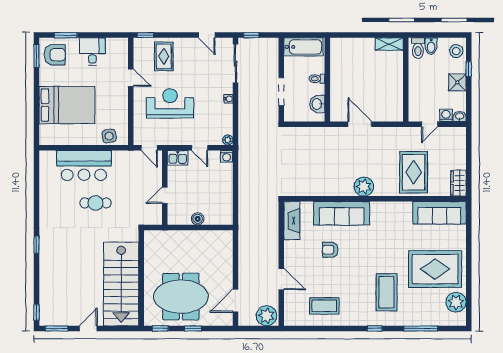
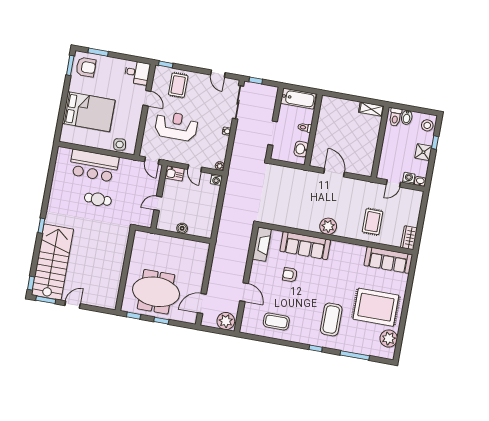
desk: (92, 52) -> (137, 73), moved, turned 90
rug: (414, 172) -> (373, 222), width x0.73, depth x0.70
stairs: (121, 284) -> (52, 262), moved, turned 180

